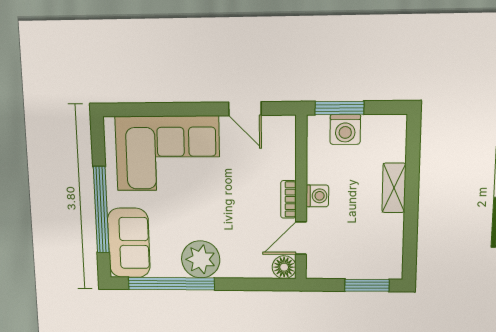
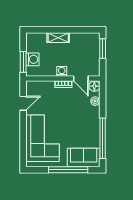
plant: (201, 259) -> (95, 101), moved, width x0.53, depth x0.53

